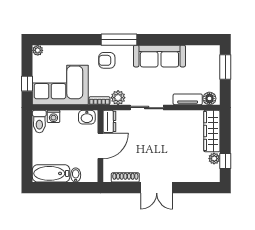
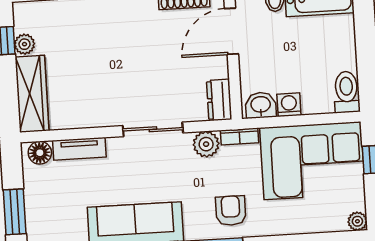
armchair: (107, 60) -> (231, 211), turned -90
washing machine: (53, 116) -> (289, 105), moved
door: (100, 146) -> (231, 31), moved

